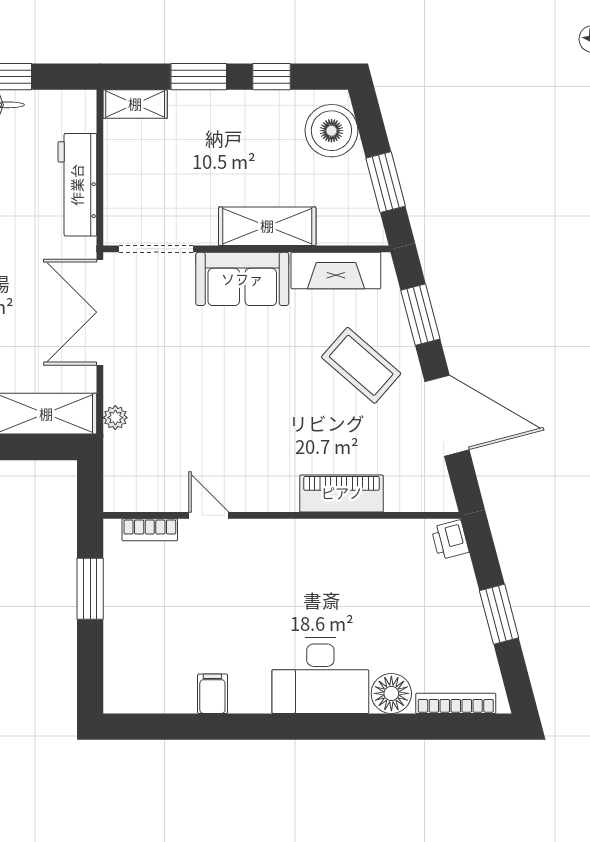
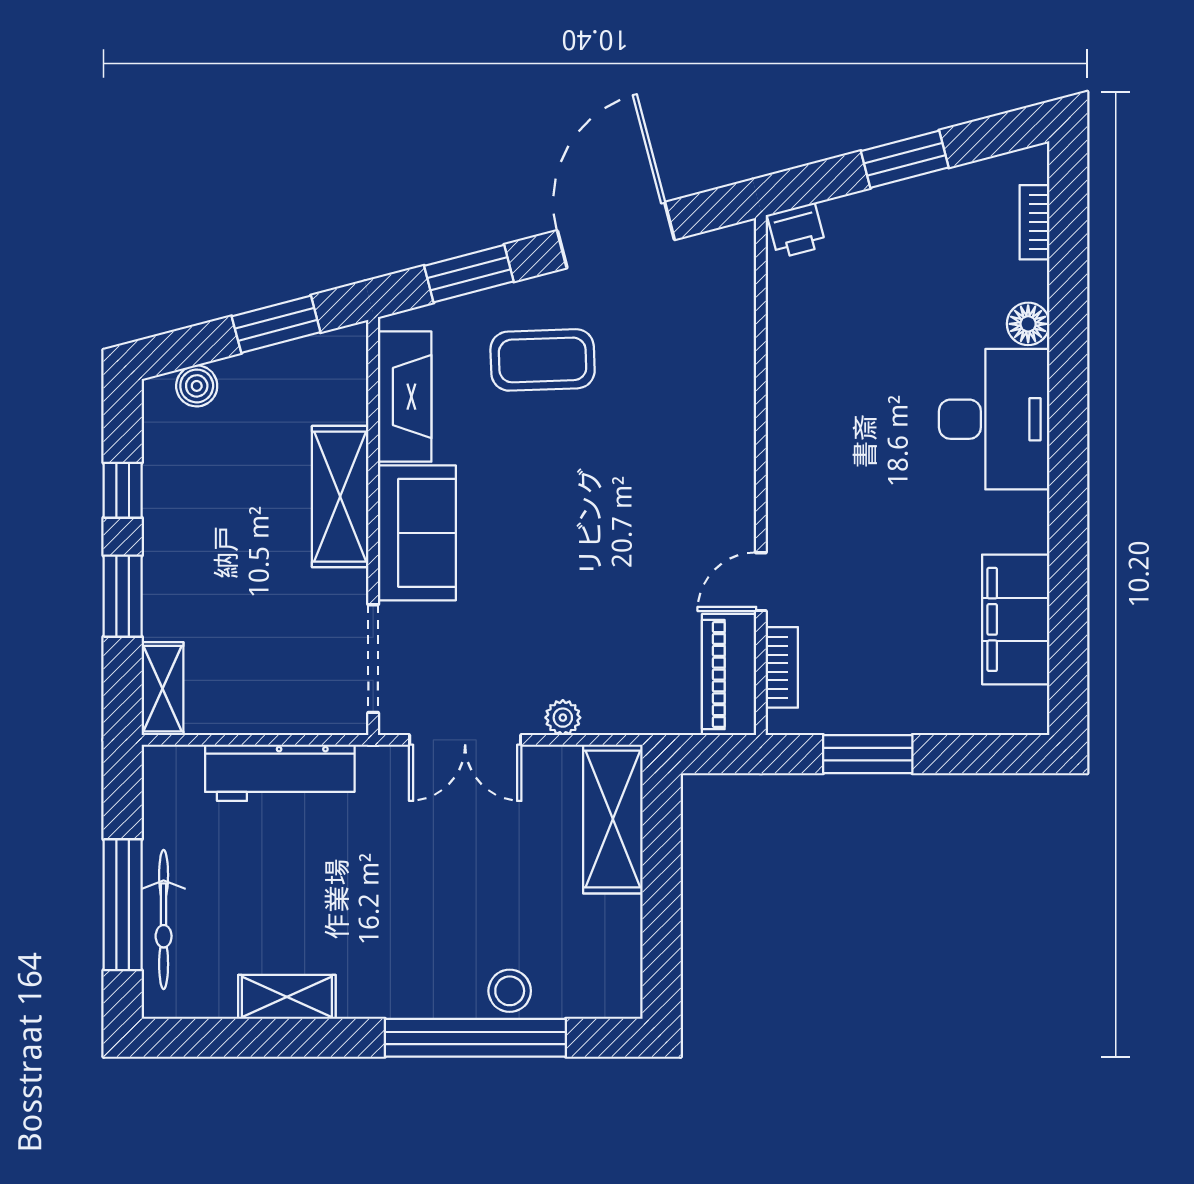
boiler: (331, 131) -> (197, 386), width x0.54, depth x0.54
double door: (100, 312) -> (465, 740), width x0.73
coffee table: (361, 365) -> (543, 360), turned 47
plant: (115, 418) -> (563, 718), moved
piano: (342, 493) -> (729, 675), moved
floor lamp: (391, 693) -> (1028, 324), width x0.73, depth x0.73
filing cabinet: (212, 694) -> (1016, 619), width x3.00, depth x1.17
bookcase: (456, 703) -> (1034, 222), width x0.64

